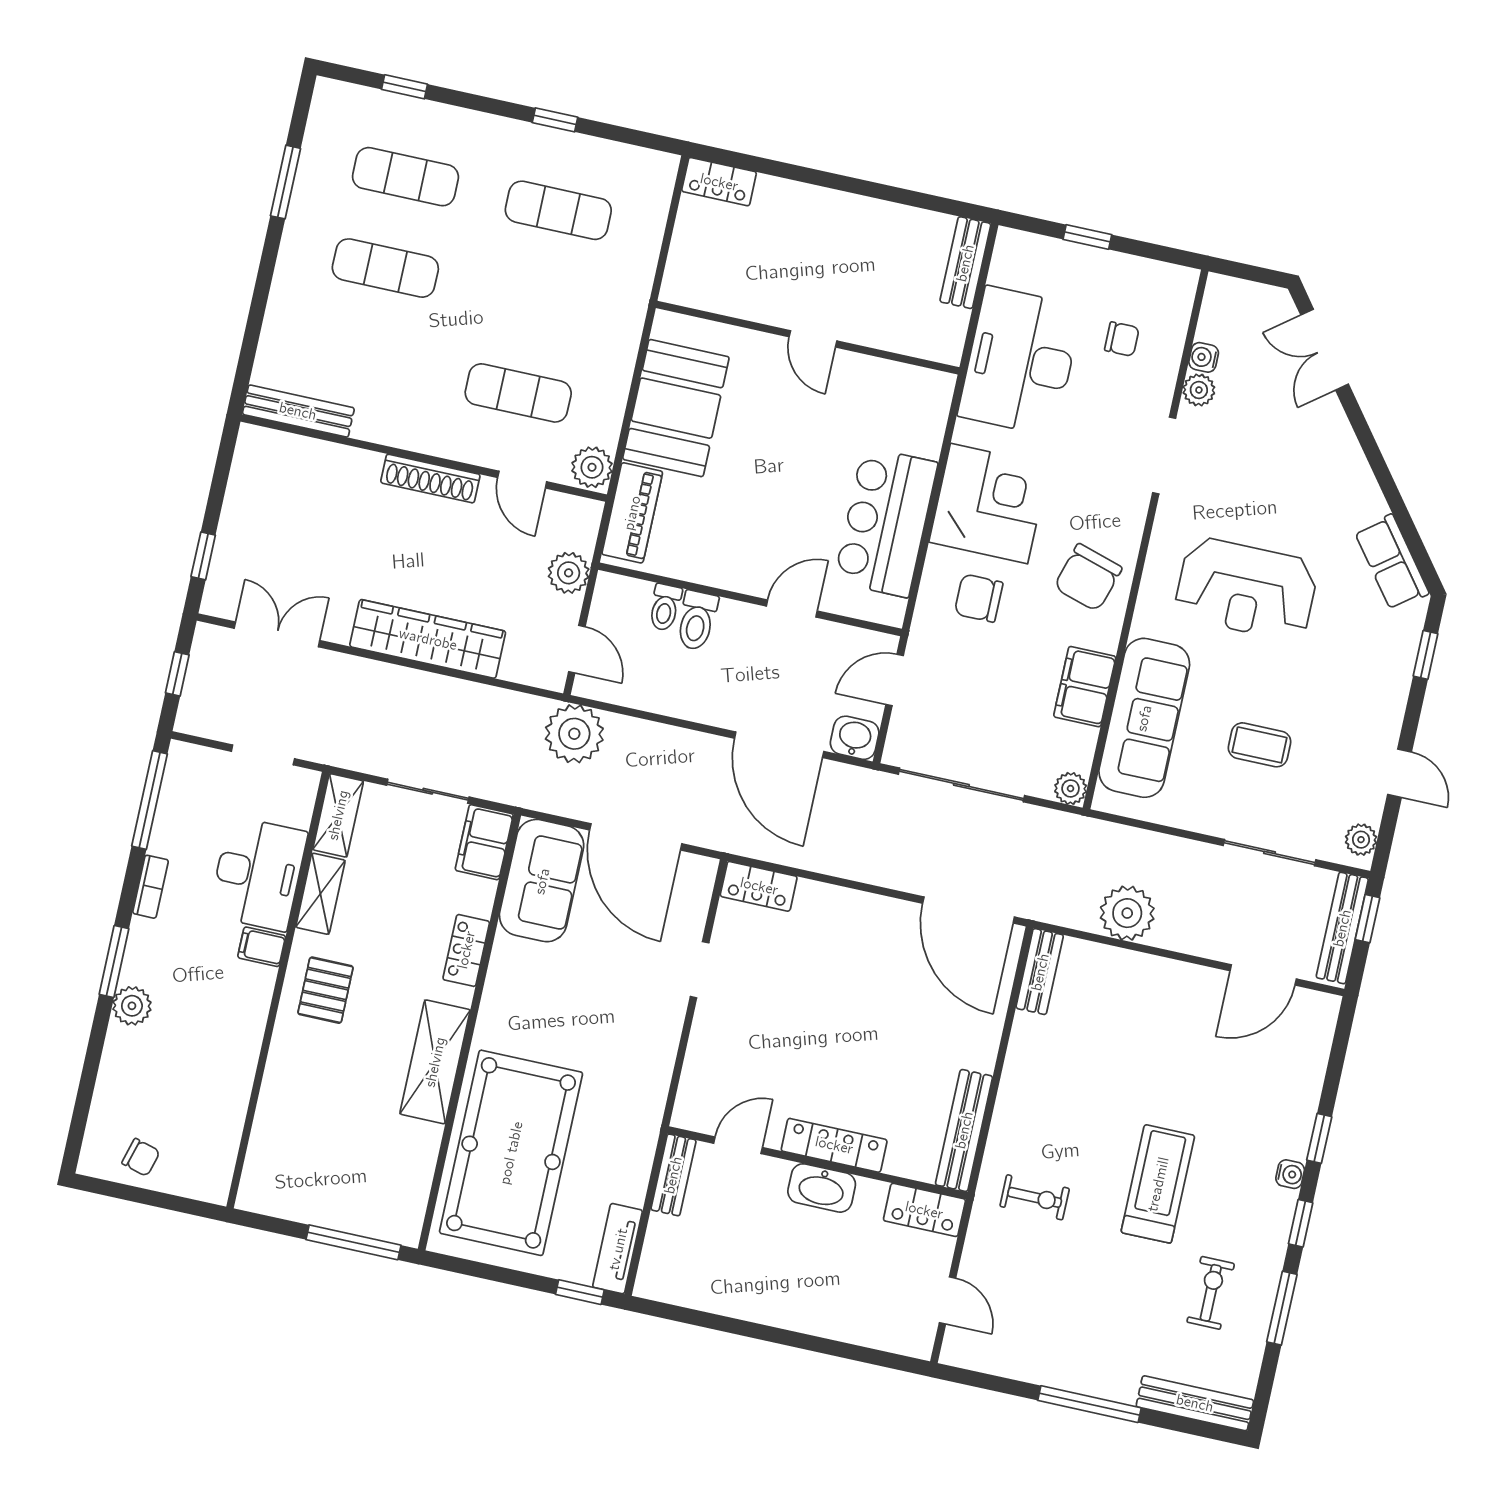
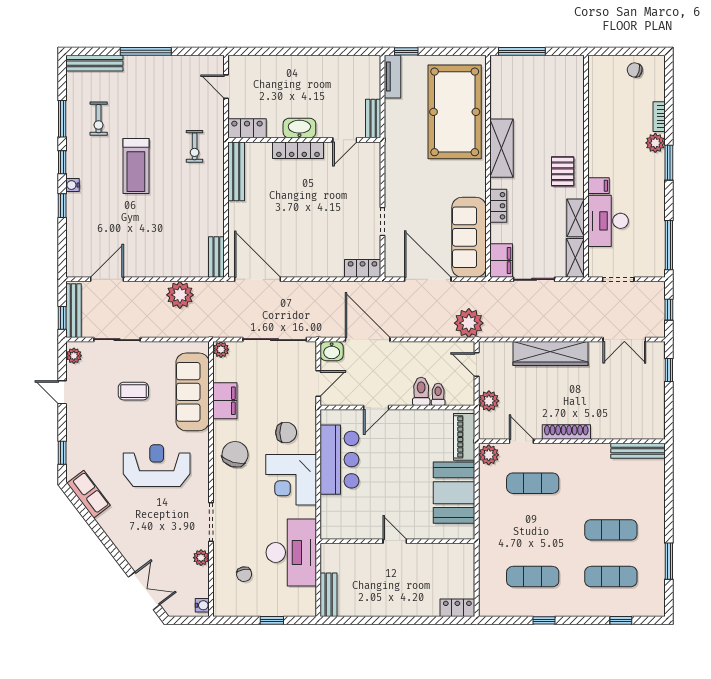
chair: (1122, 339) -> (244, 574), turned -100
water cooler: (1204, 357) -> (202, 605), moved
sofa: (542, 881) -> (469, 237), width x1.36
bookcase: (151, 887) -> (659, 117), moved
exercise bike: (1035, 1197) -> (195, 146), turned -90

